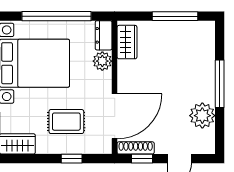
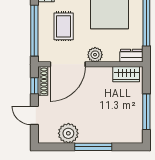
plant: (102, 61) -> (95, 55), moved
door: (115, 116) -> (68, 64), hinge flipped
window: (72, 159) -> (34, 31), width x3.17

